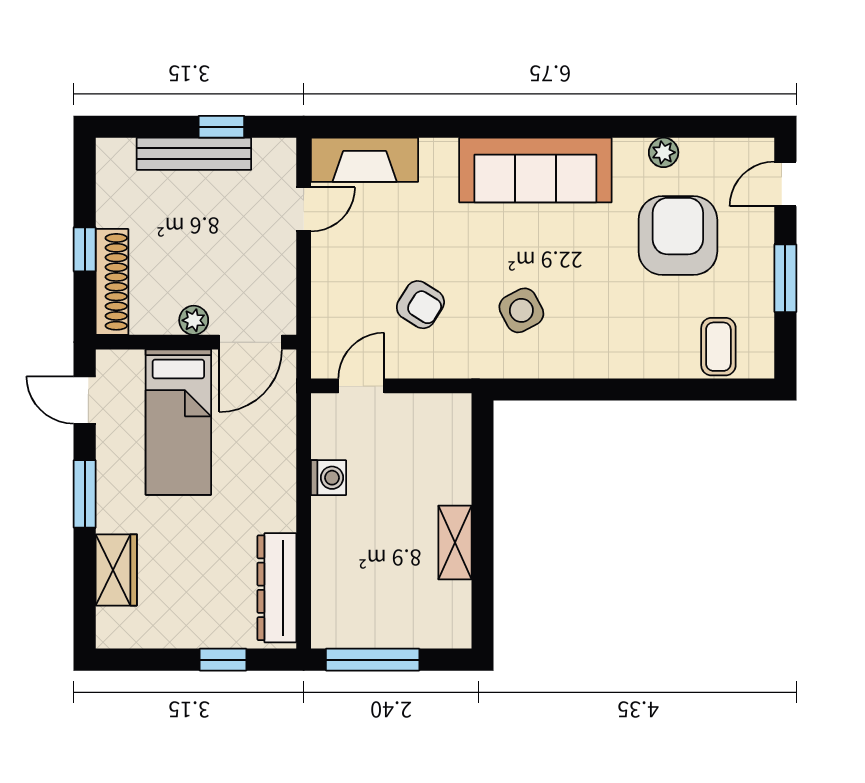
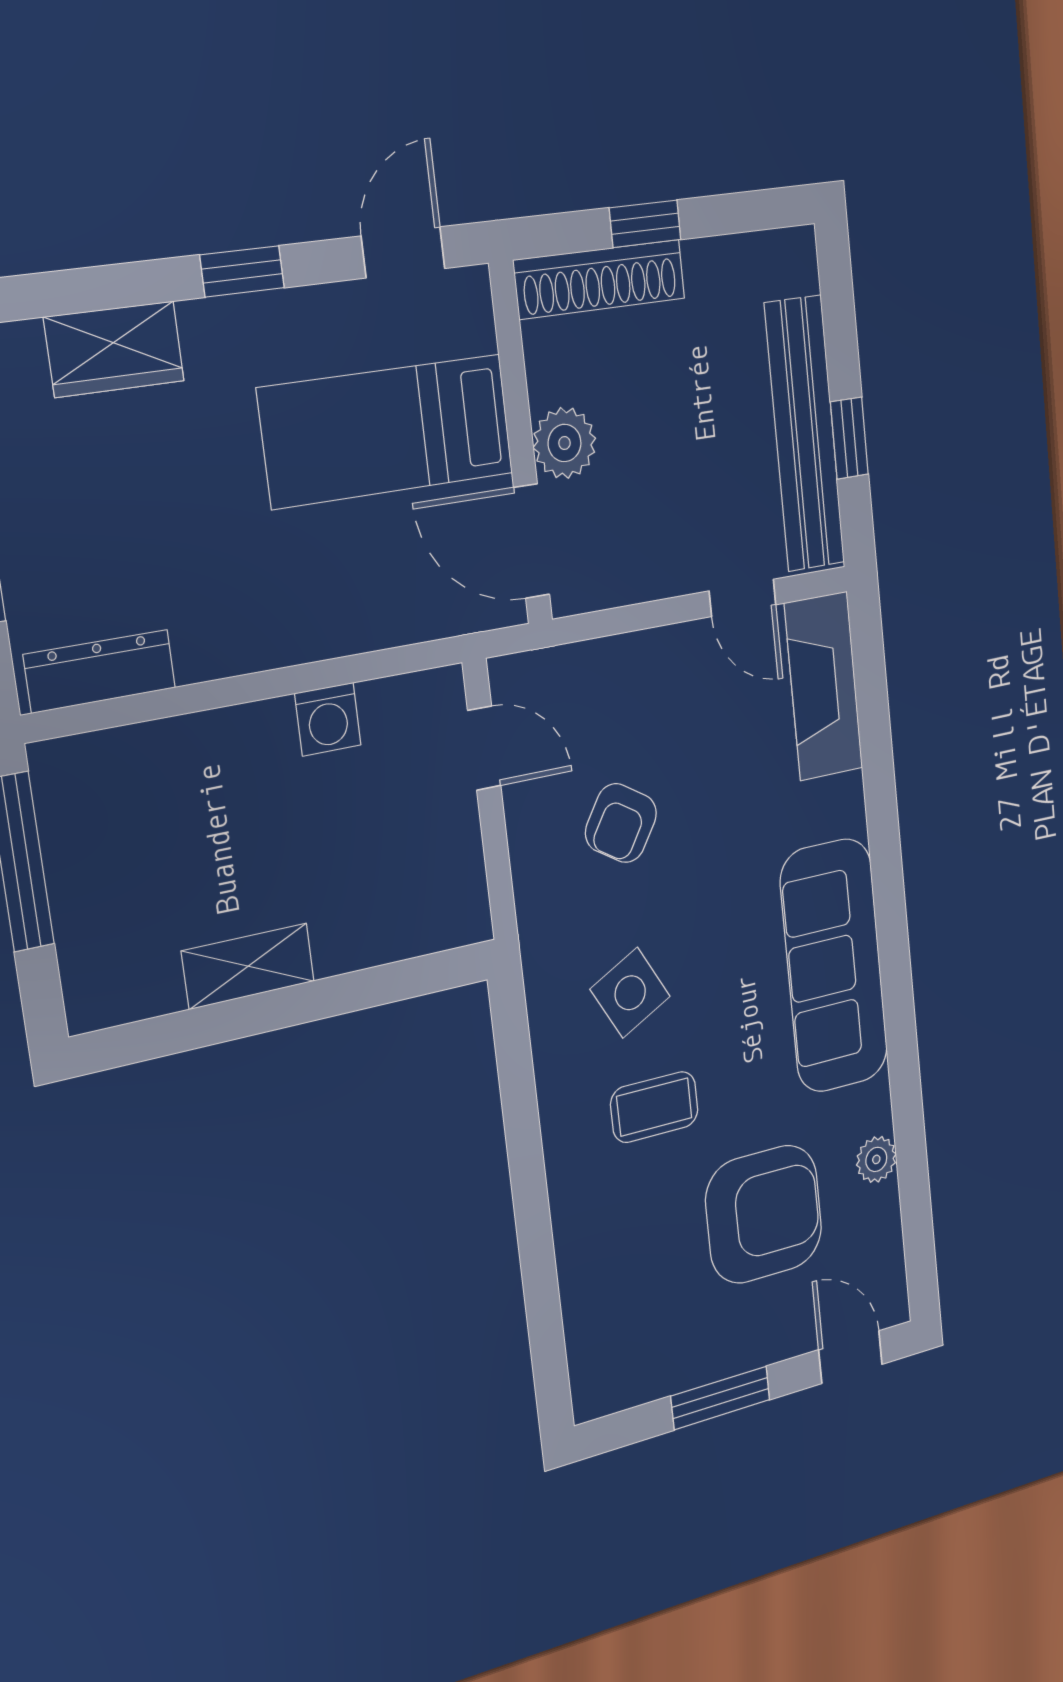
bench: (194, 154) -> (805, 434), width x1.37, depth x1.21
plant: (194, 320) -> (564, 443), width x1.38, depth x1.38
coffee table: (718, 347) -> (654, 1107), moved
window: (85, 494) -> (242, 271), width x0.67
dresser: (277, 588) -> (100, 671), width x0.73, depth x0.80

